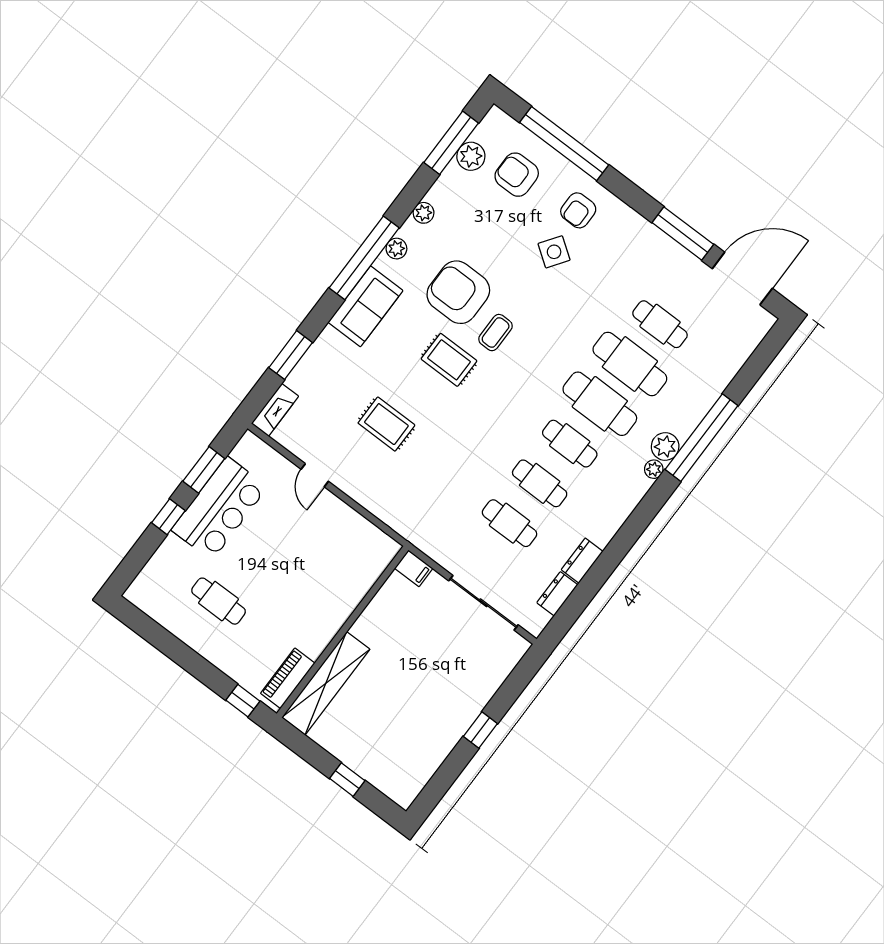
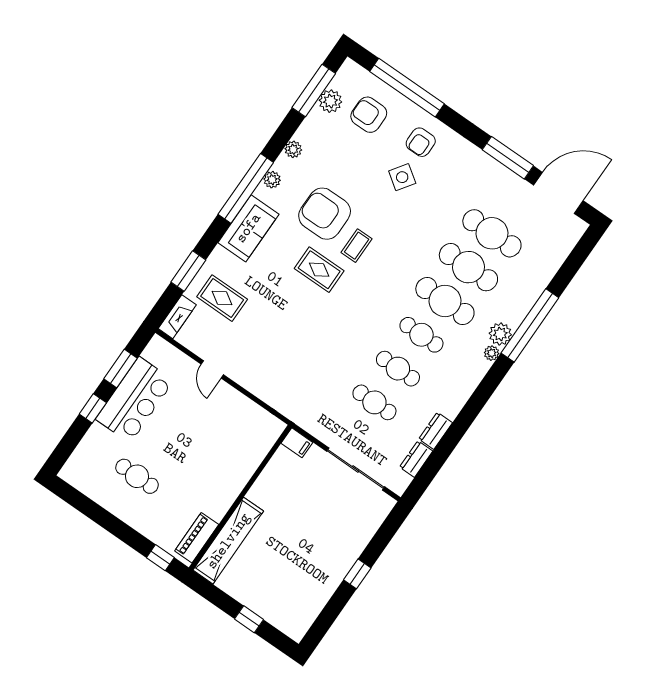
cafe table: (660, 324) -> (492, 233), width x1.37, depth x1.35
rug: (386, 424) -> (222, 298), moved

